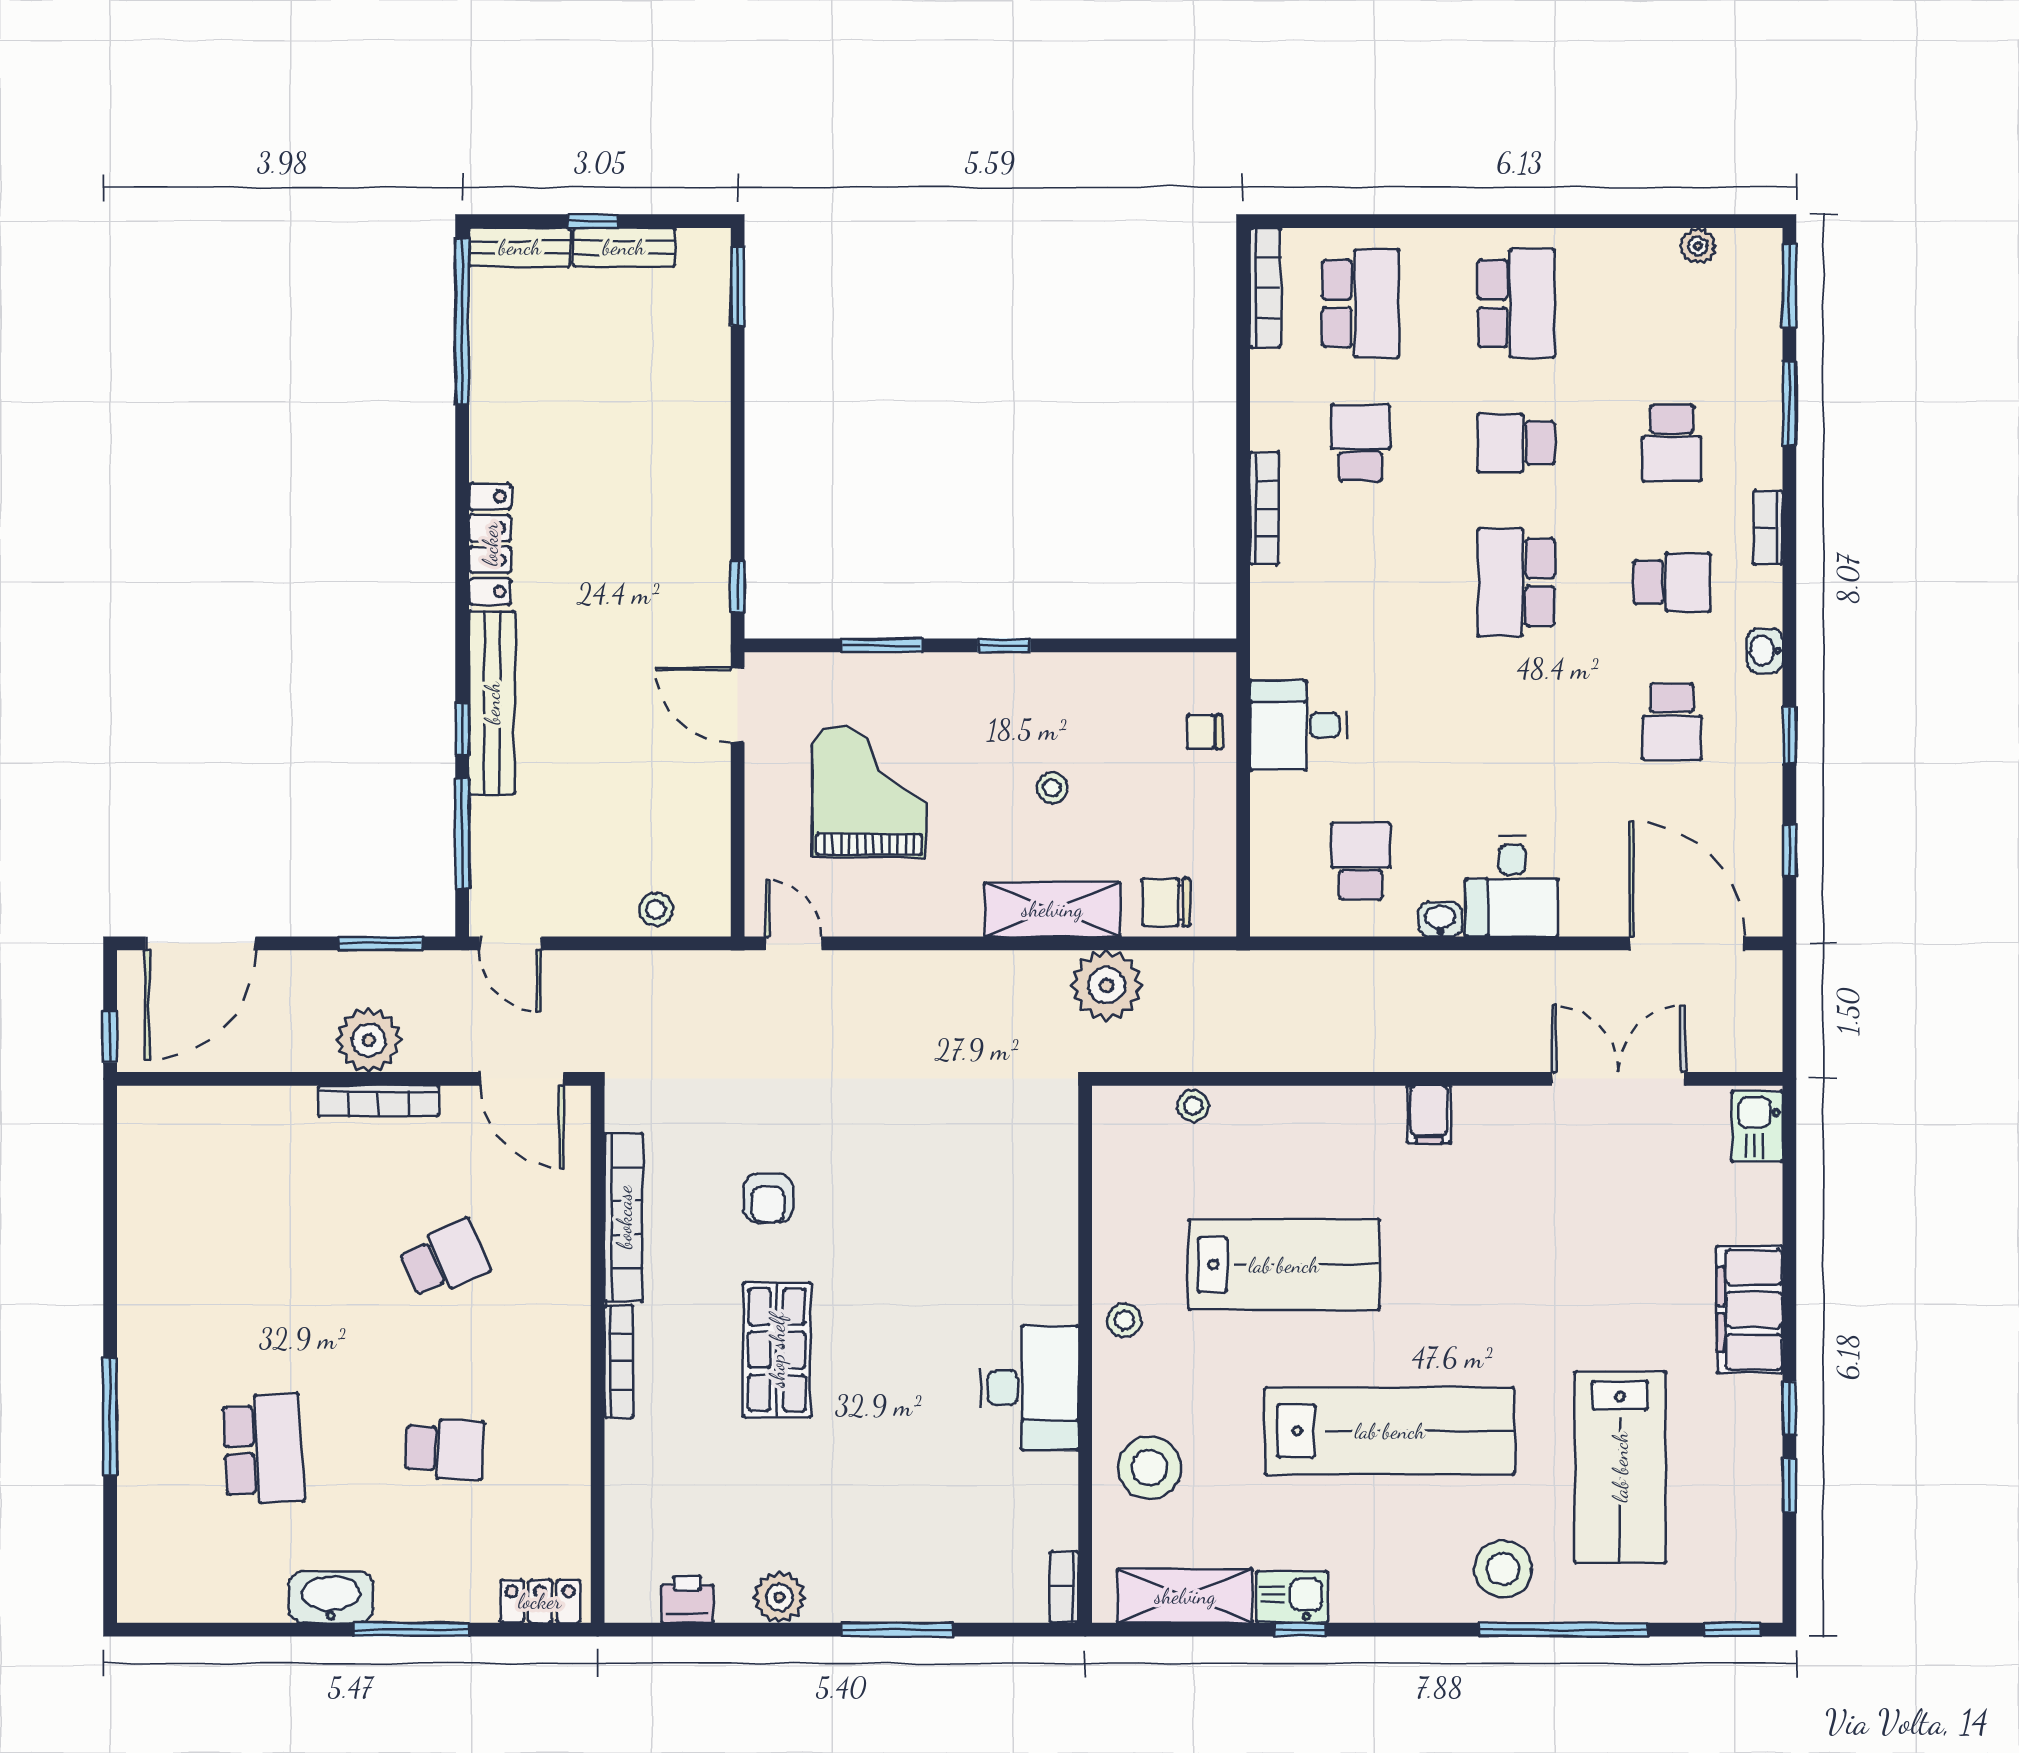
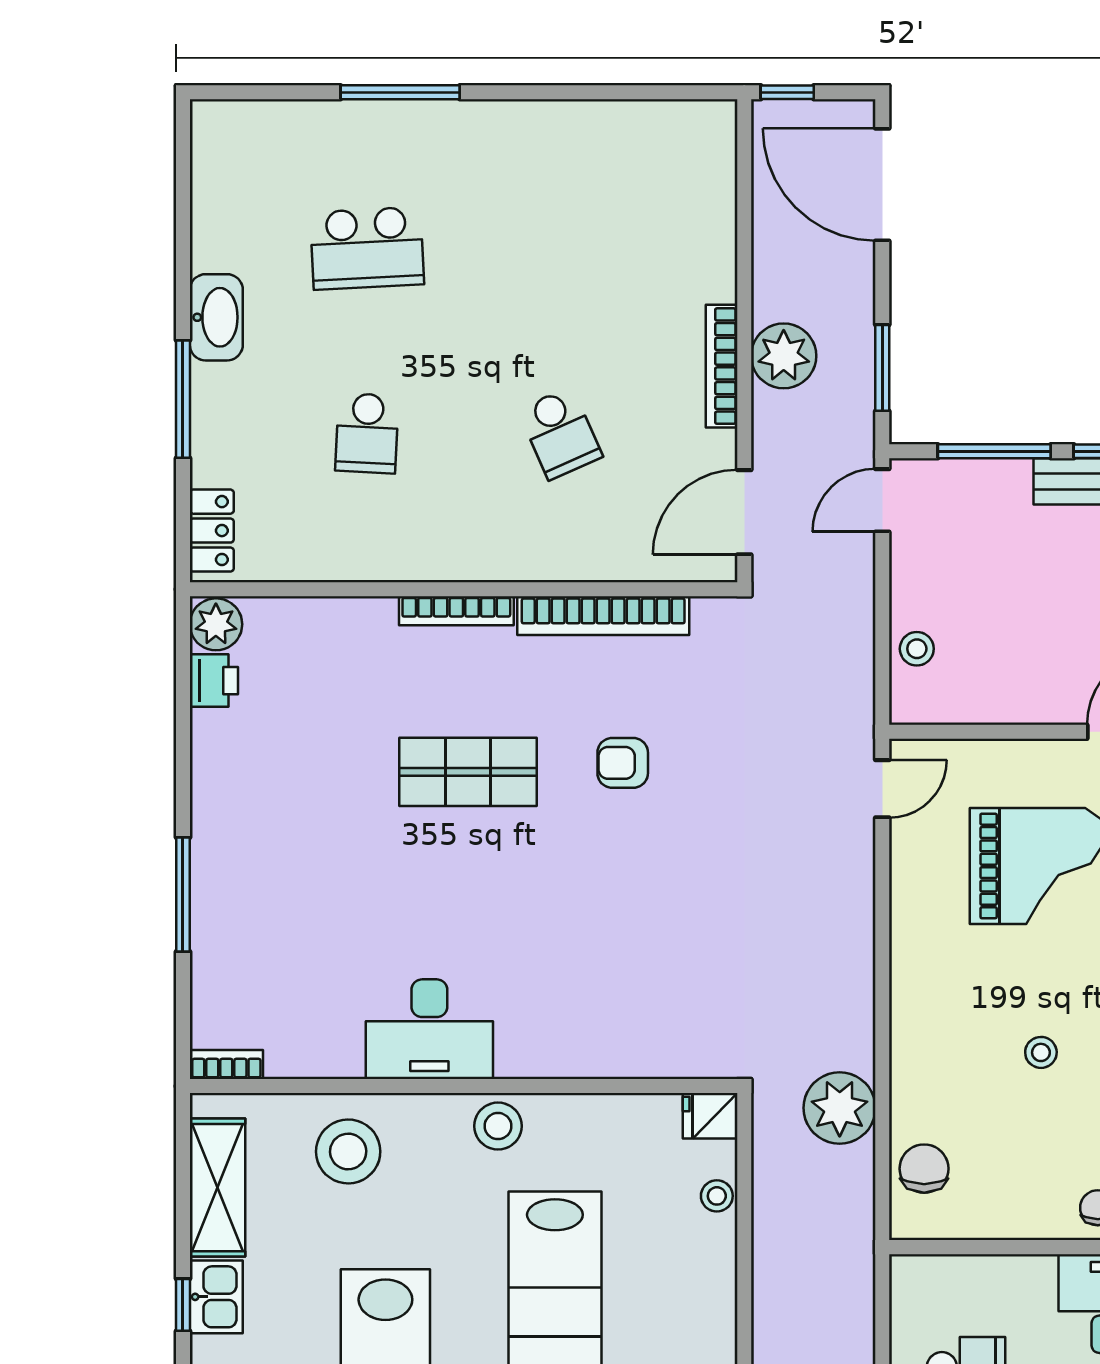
shelving: (1052, 909) -> (917, 1052), removed
fridge: (1114, 1112) -> (710, 1116), added
stool: (1124, 1320) -> (498, 1126), width x1.37, depth x1.37
plant: (779, 1597) -> (216, 624), moved

